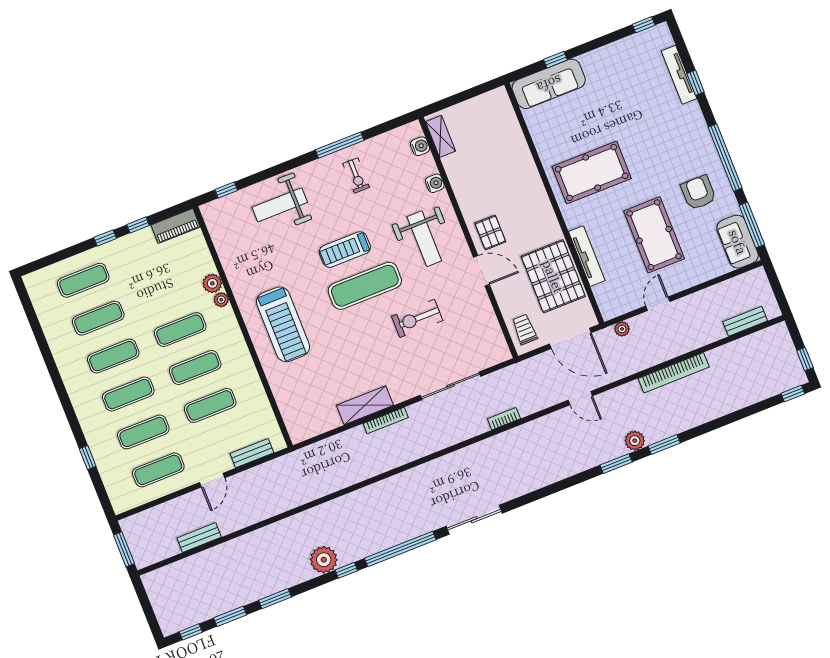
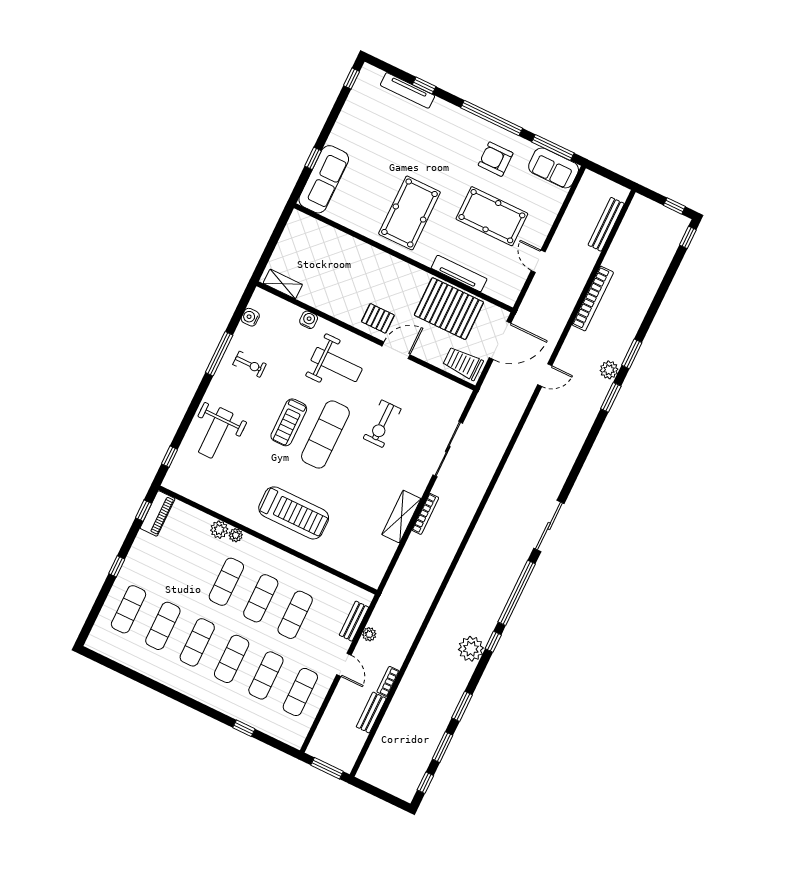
water cooler: (420, 146) -> (250, 317), moved, turned -90
window: (138, 225) -> (144, 511), moved
bench: (745, 321) -> (606, 224), width x1.36
trolley: (525, 329) -> (463, 363), width x1.36, depth x1.39
plant: (622, 329) -> (369, 634), moved
bookcase: (504, 419) -> (388, 681), moved

